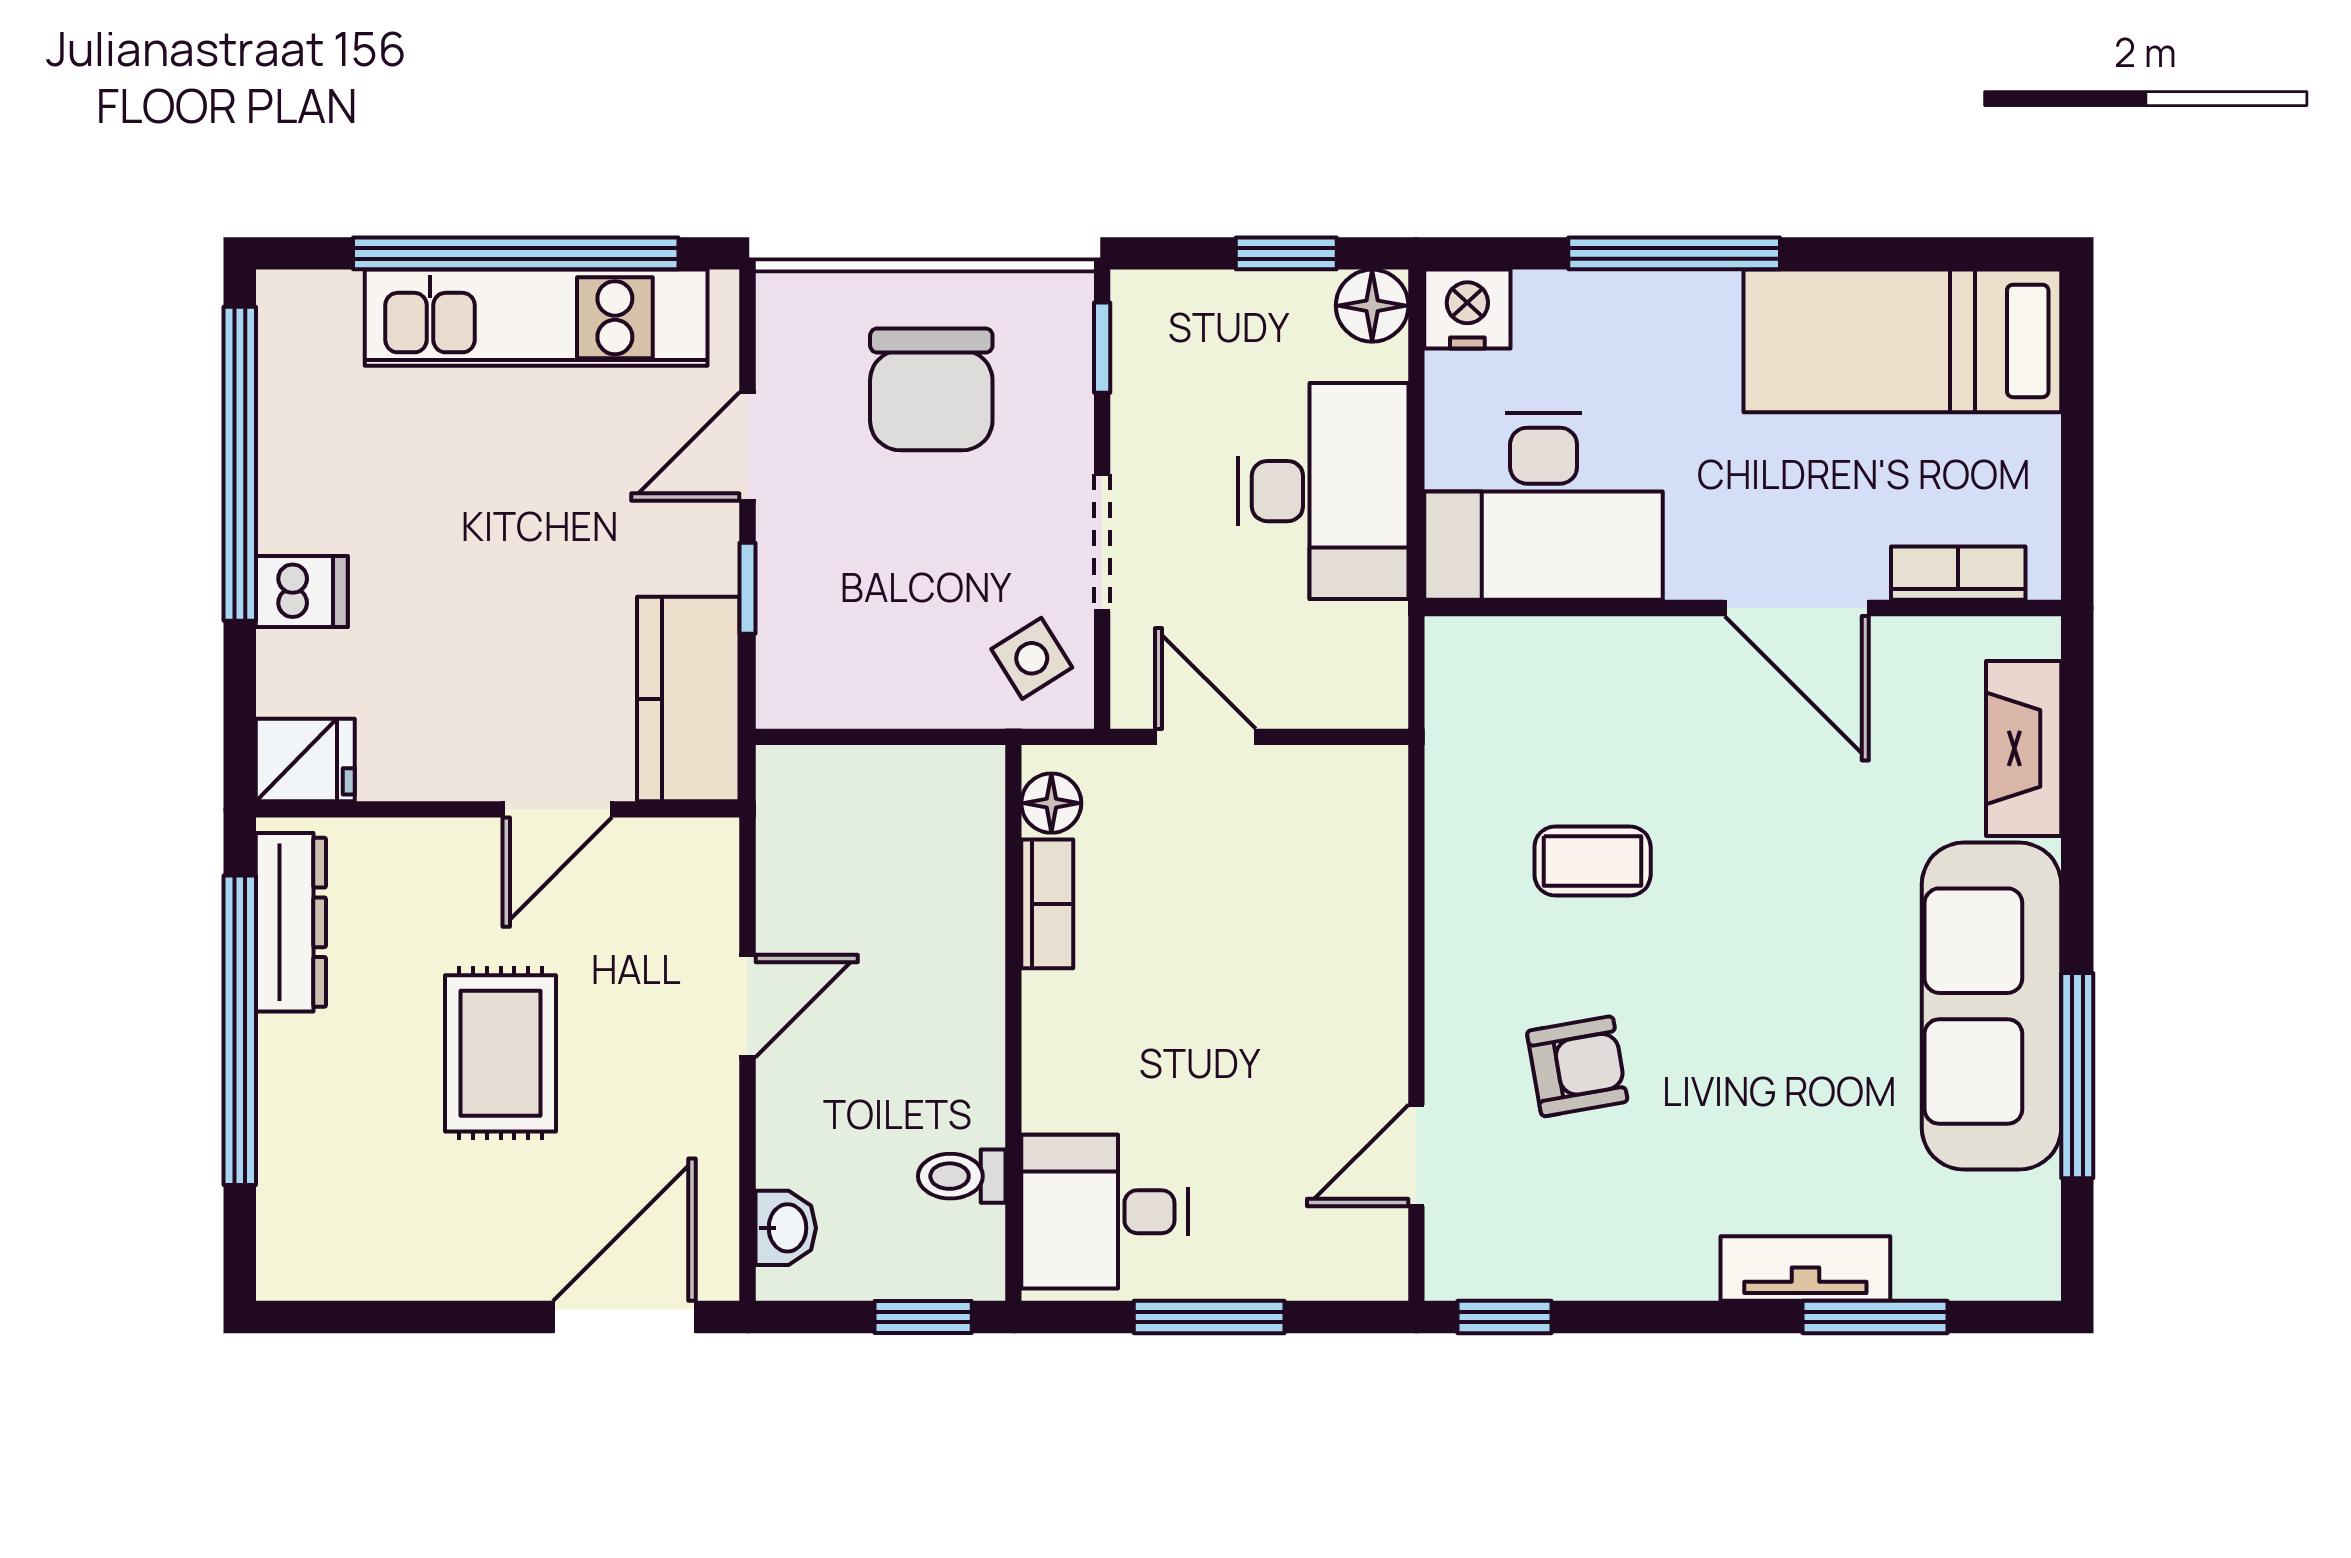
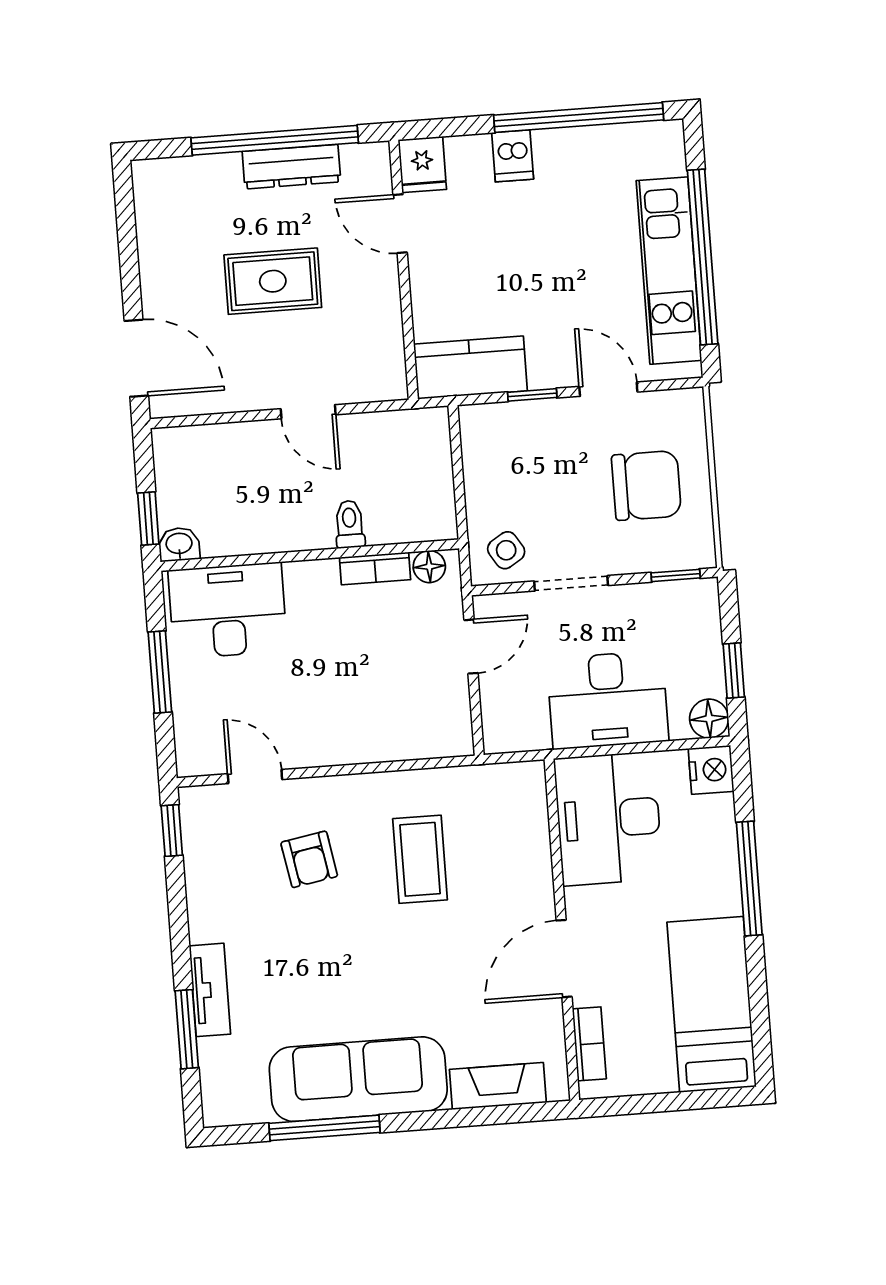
chair: (931, 389) -> (646, 485), turned 180
door: (557, 809) -> (400, 224), moved
coffee table: (1593, 861) -> (420, 859), width x1.36, depth x1.30
dresser: (291, 922) -> (291, 167), moved
toilet: (962, 1176) -> (350, 524), moved
desk: (1105, 1212) -> (228, 610), width x1.37
washbasin: (786, 1228) -> (179, 544), moved, turned 180

